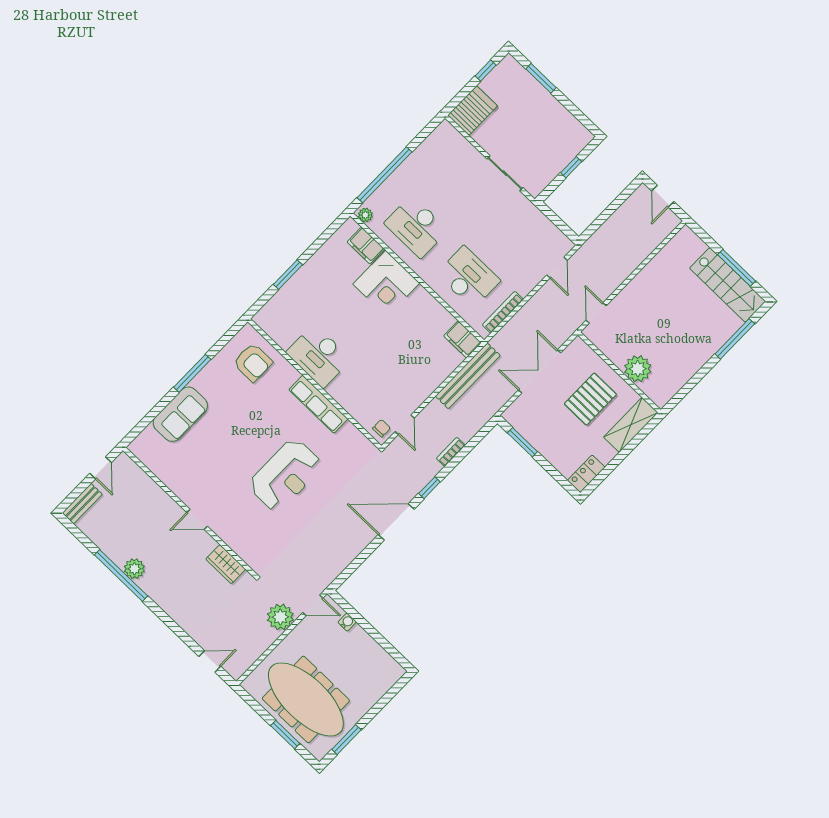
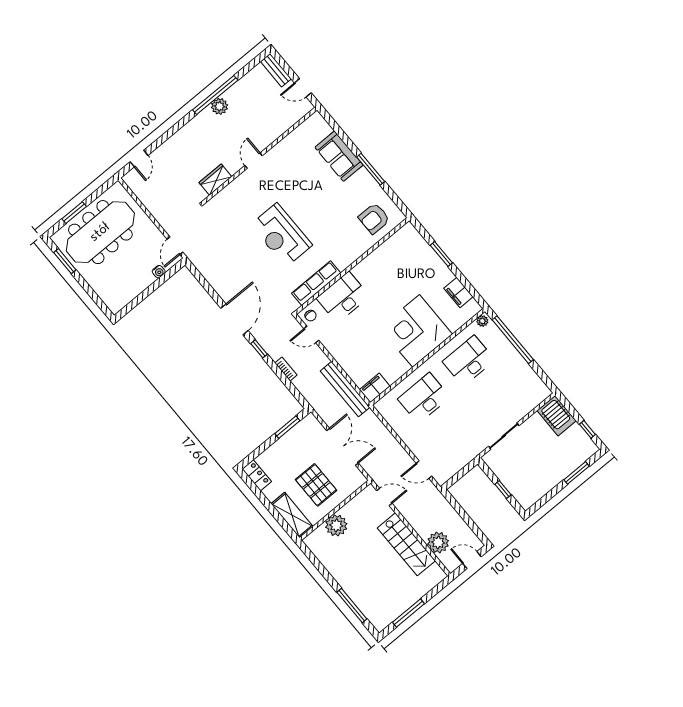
filing cabinet: (366, 245) -> (458, 293), moved, turned -90
desk: (468, 277) -> (424, 398), turned 180
corner desk: (386, 284) -> (416, 331), width x1.36, depth x1.36
stairs: (728, 285) -> (406, 544), moved, turned -90
bookcase: (503, 312) -> (393, 423), removed
desk: (319, 356) -> (343, 297), moved
row of seats: (318, 404) -> (316, 283), moved
plant: (280, 617) -> (438, 542), moved

